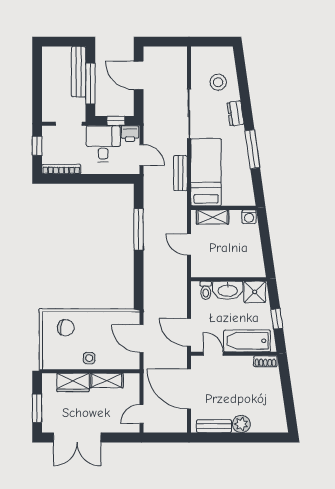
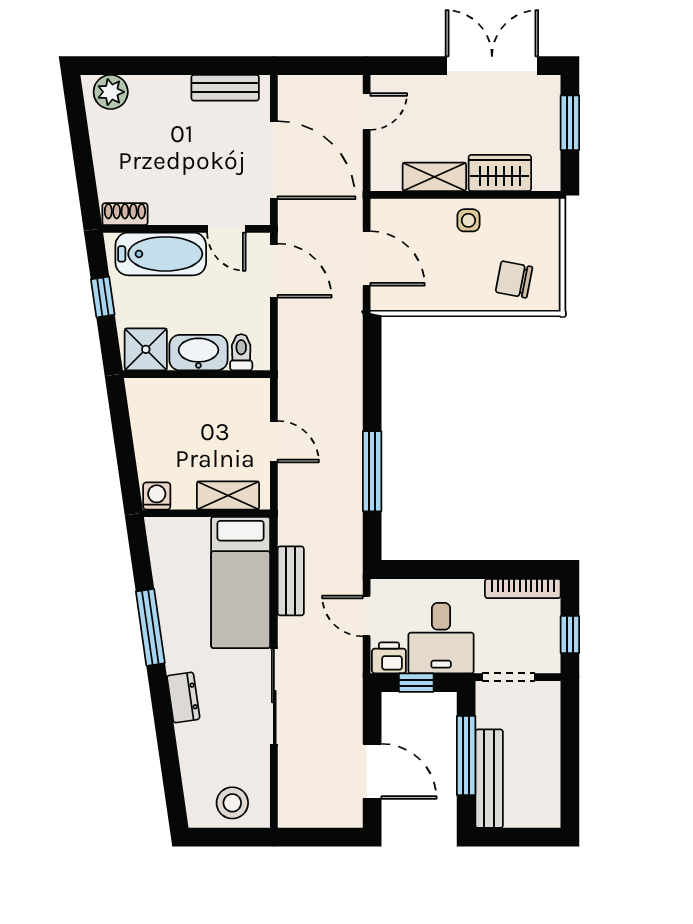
stool: (218, 82) -> (232, 803), moved
plant: (241, 424) -> (111, 92), moved

